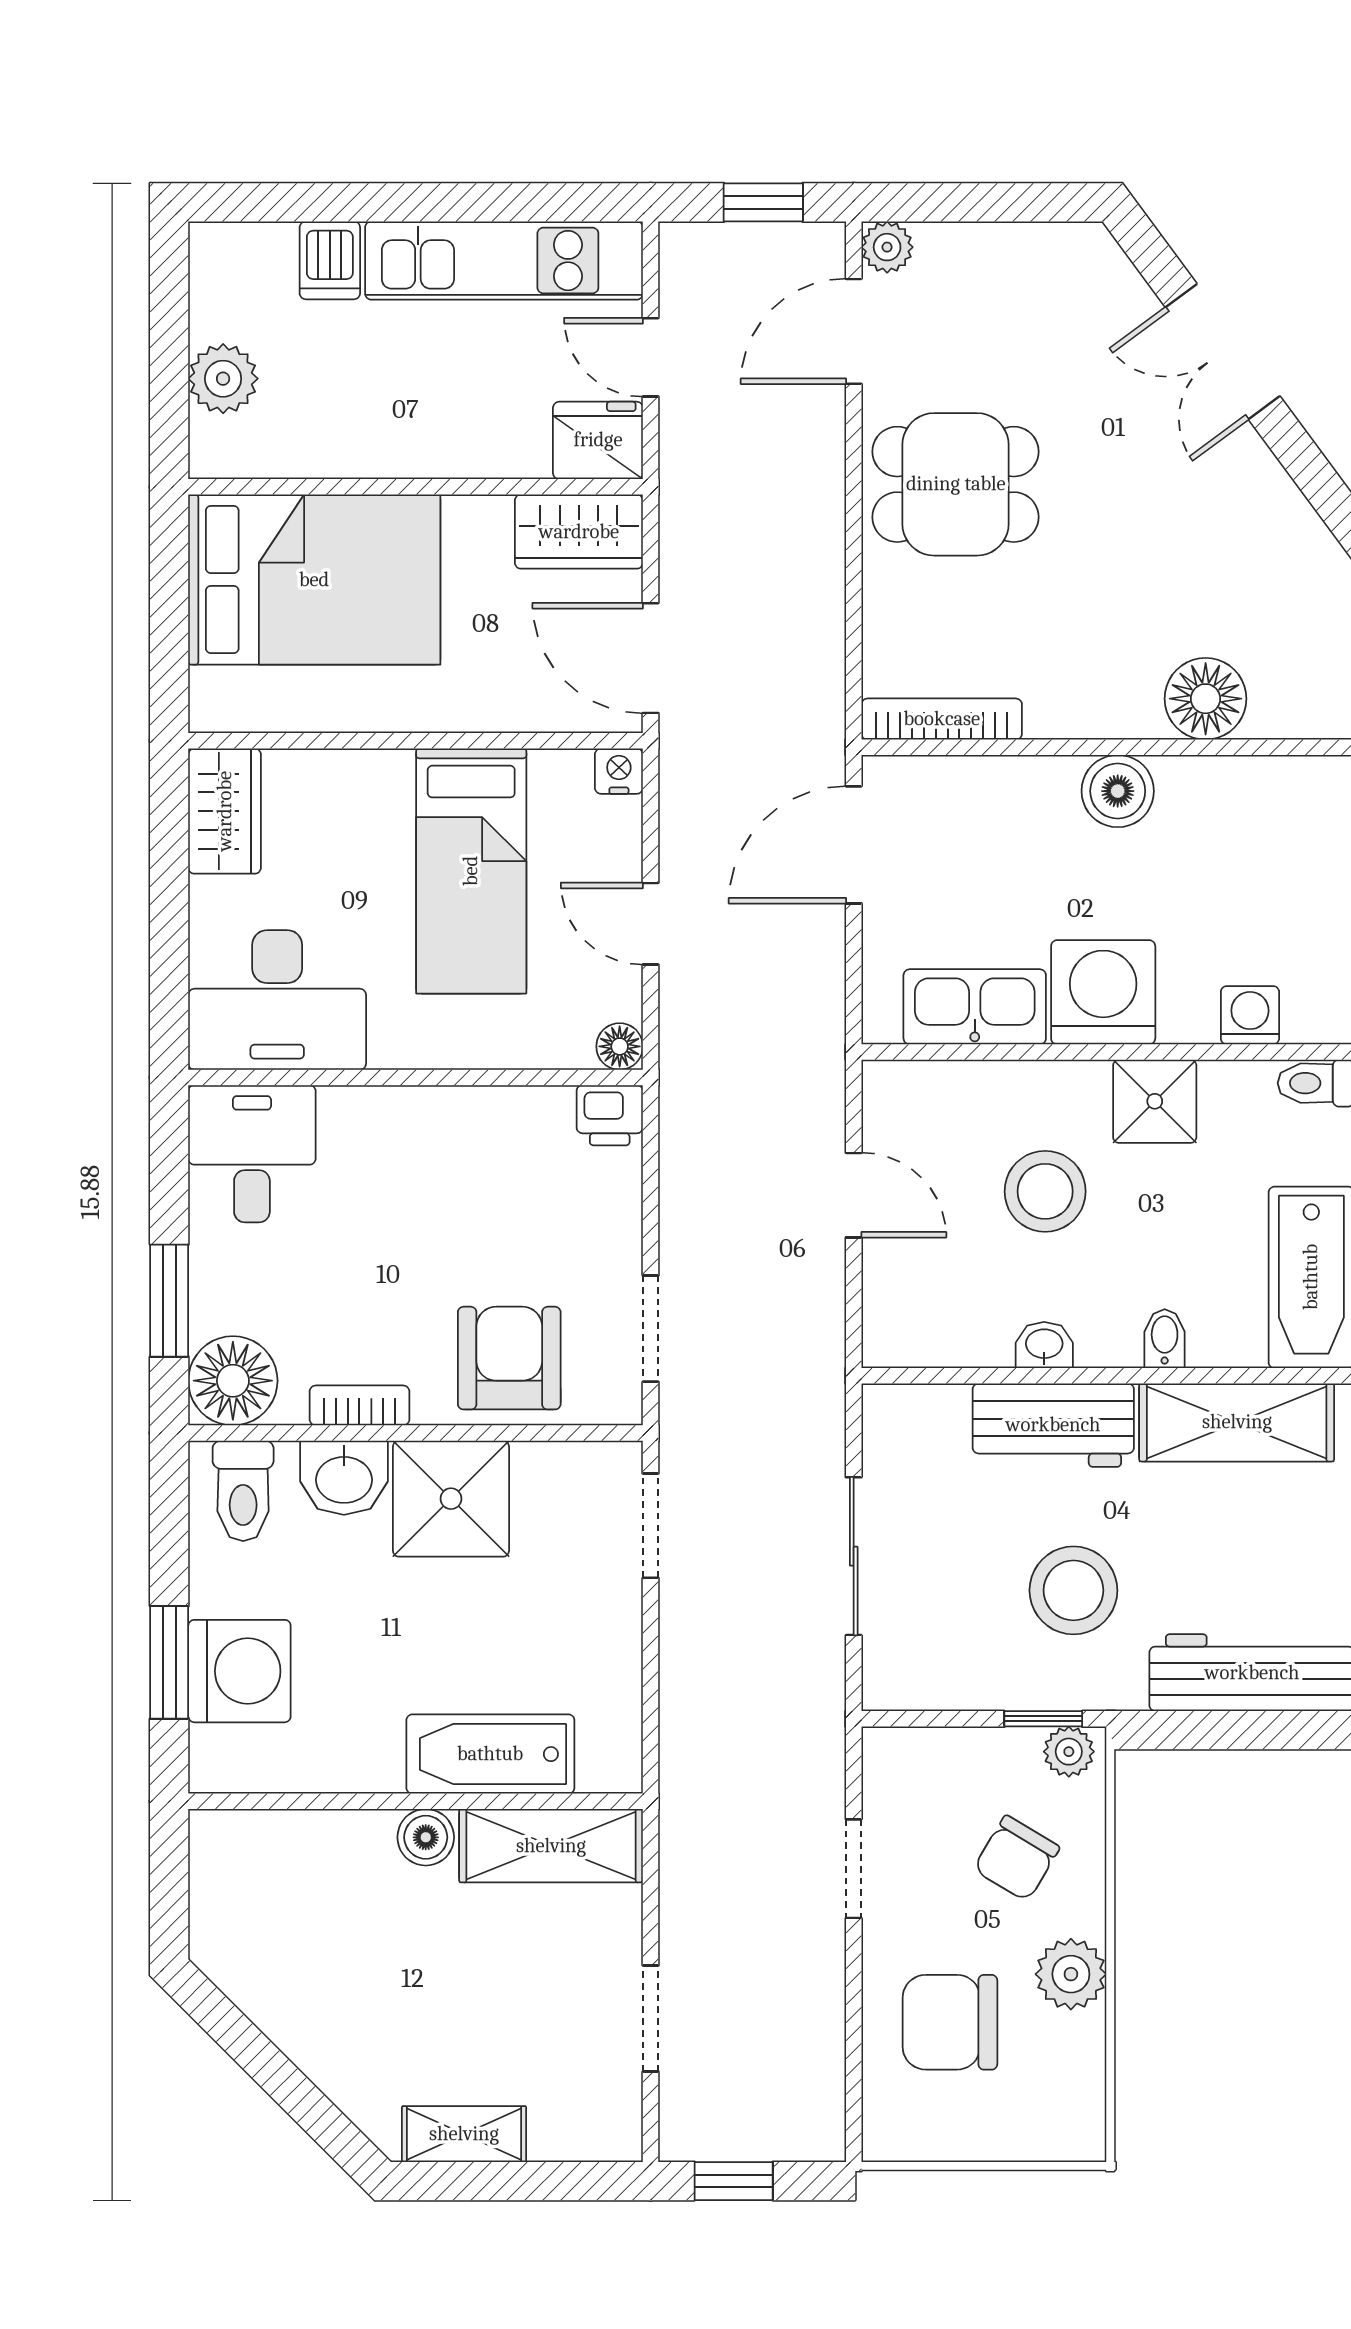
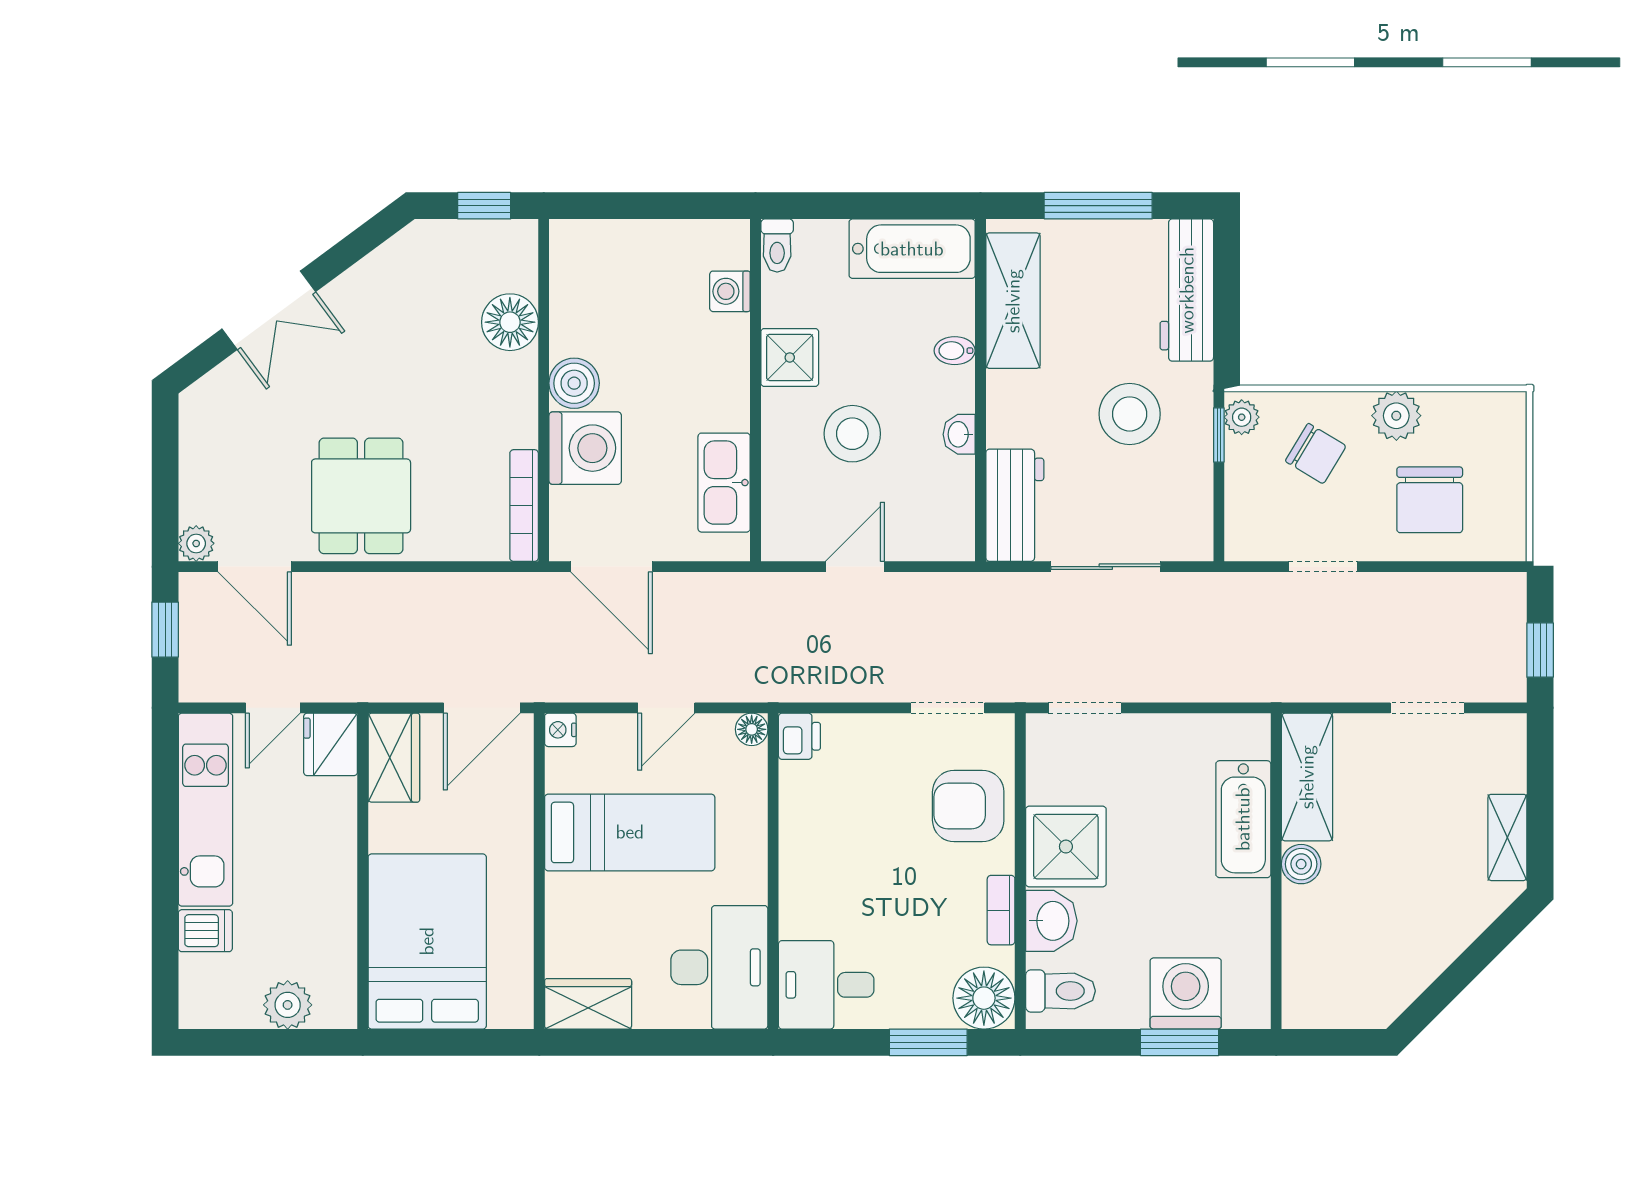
washing machine: (1103, 992) -> (585, 448), moved, turned 180
workbench: (1053, 1425) -> (1015, 505), moved

